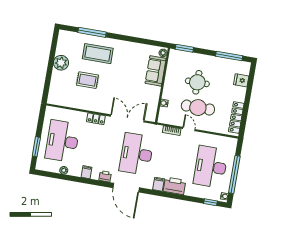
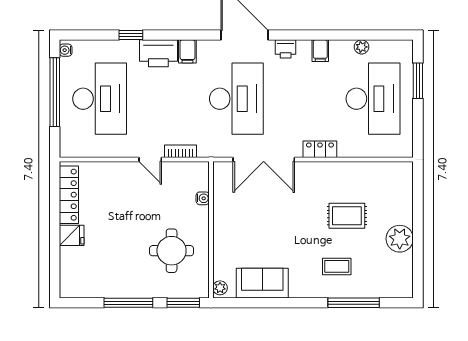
coffee table: (98, 54) -> (337, 266), width x0.54, depth x0.58
window: (229, 56) -> (128, 303), moved
sofa: (156, 71) -> (262, 283), moved, turned -90
fridge: (241, 80) -> (72, 235), moved
round table: (197, 82) -> (172, 251), moved
cafe table: (198, 108) -> (141, 201), removed
window: (211, 202) -> (131, 35), moved

